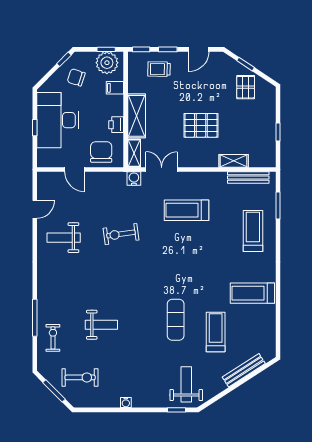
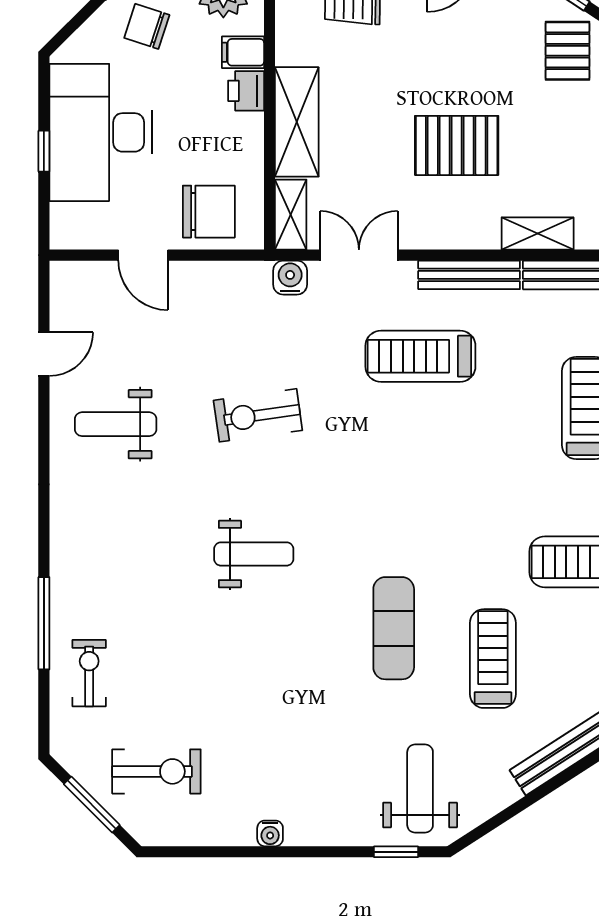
printer: (116, 125) -> (246, 91), moved
chair: (101, 152) -> (209, 212), turned 90
bench: (206, 177) -> (469, 275), added
weight bench: (101, 325) -> (254, 554), moved

